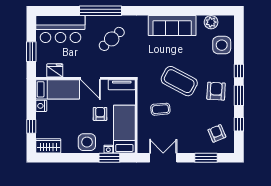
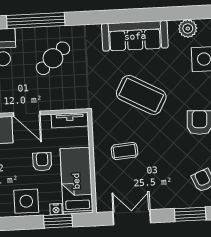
coffee table: (179, 81) -> (141, 95), moved

